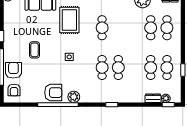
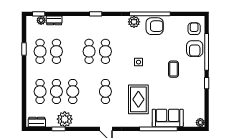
cafe table: (135, 28) -> (73, 91), added
armchair: (53, 93) -> (155, 26), turned 180

